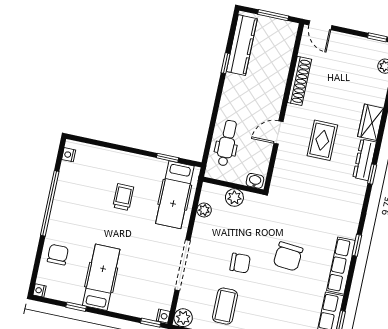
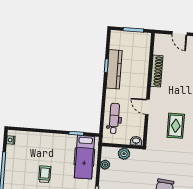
door: (320, 25) -> (179, 33), moved
kitchen counter: (242, 45) -> (114, 69), moved
door: (278, 132) -> (147, 107), hinge flipped
rug: (322, 140) -> (176, 126), moved
trolley: (123, 197) -> (45, 174), moved

